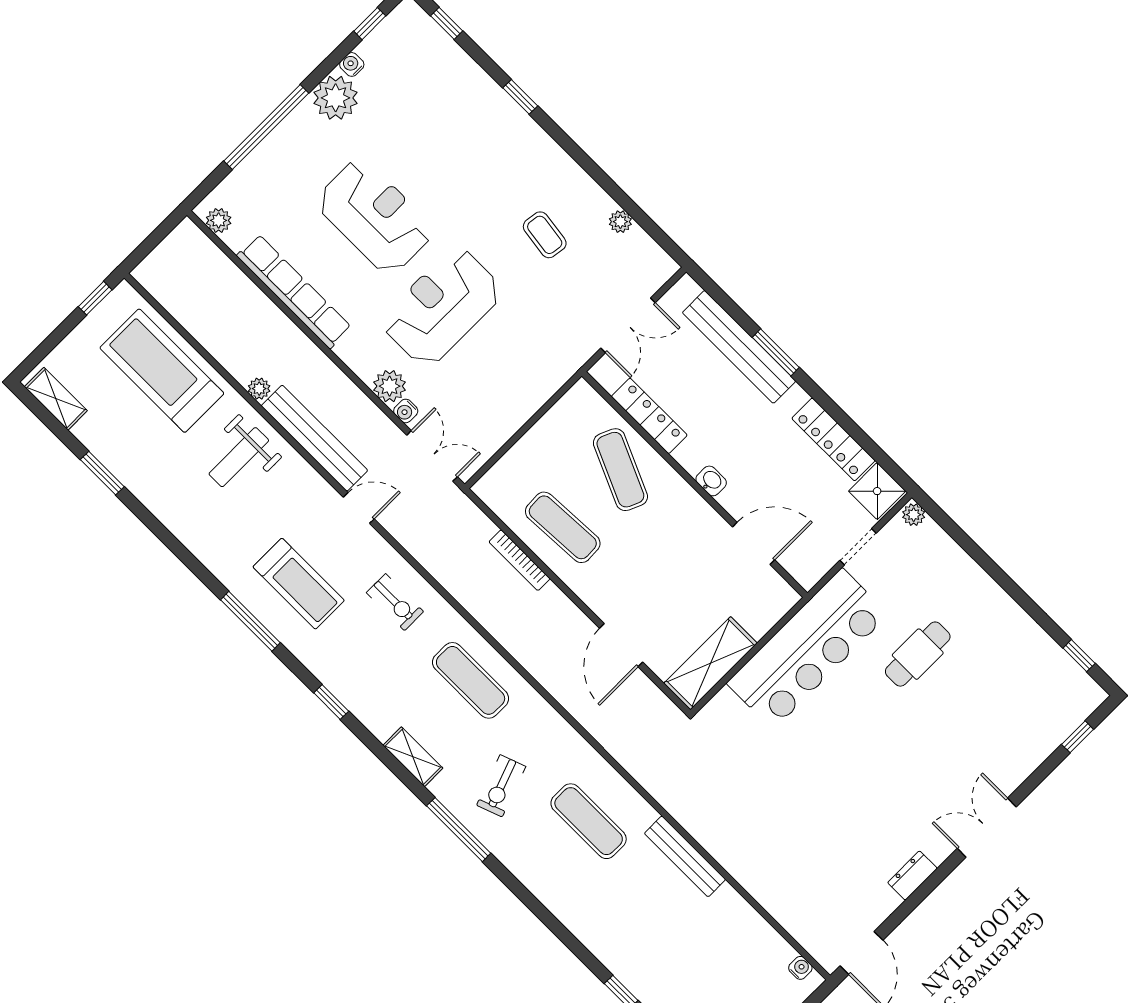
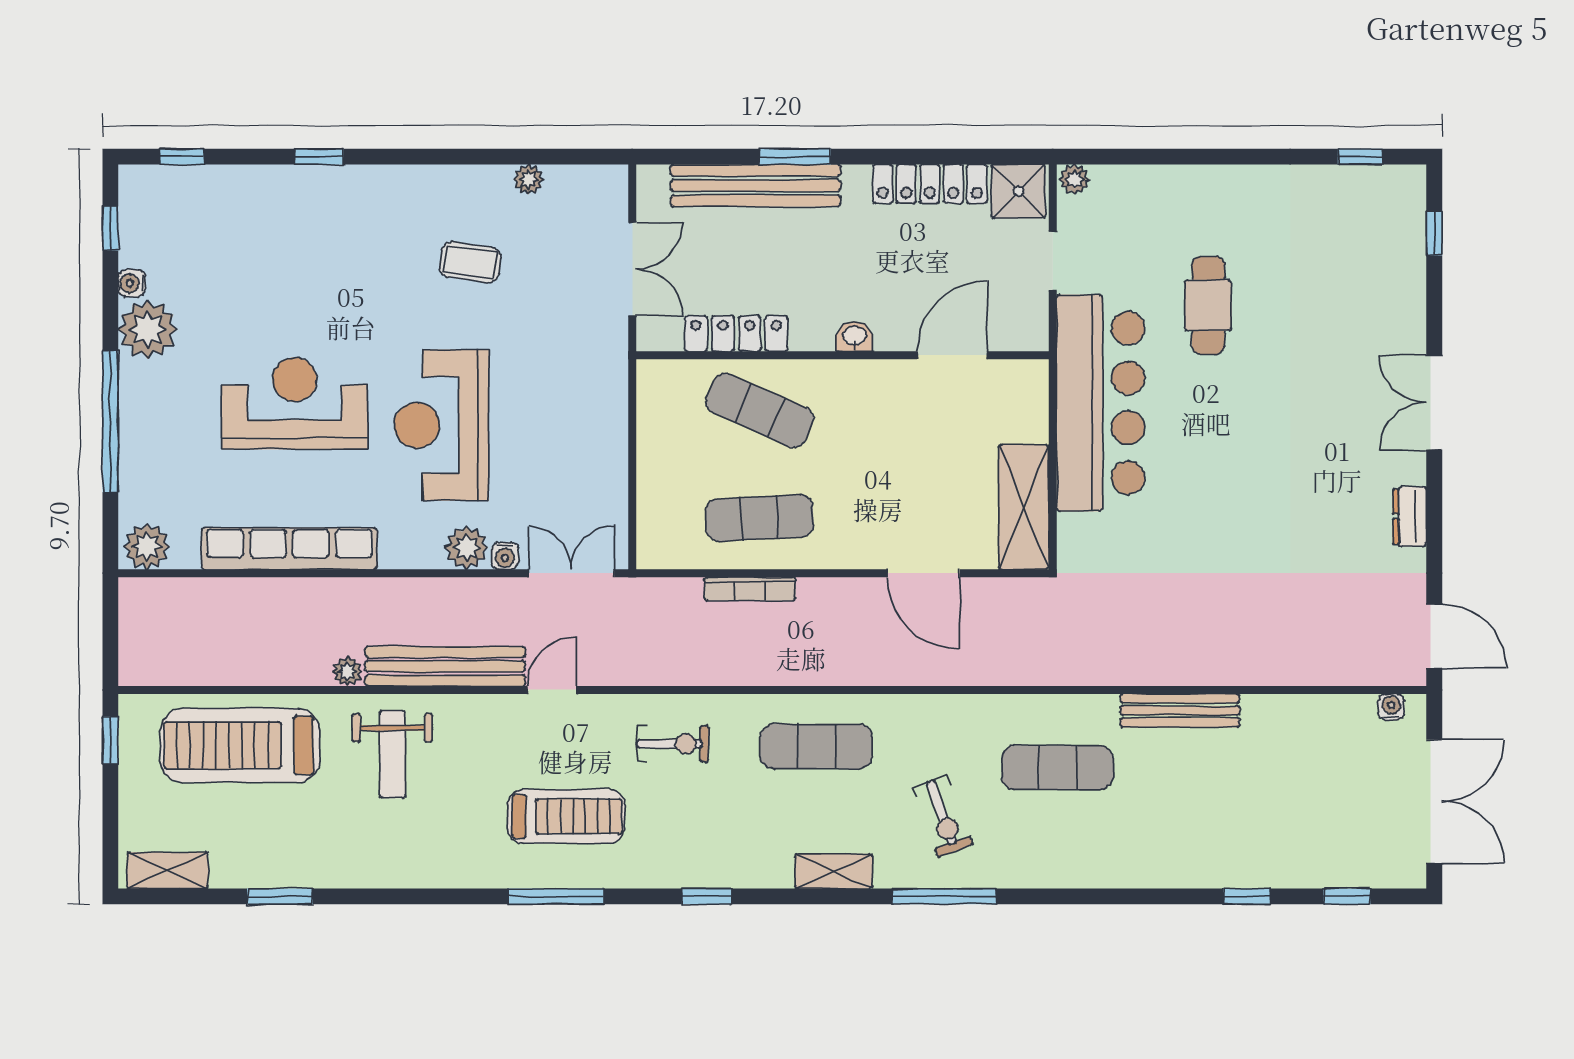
plant: (219, 220) -> (147, 546), width x1.38, depth x1.38

